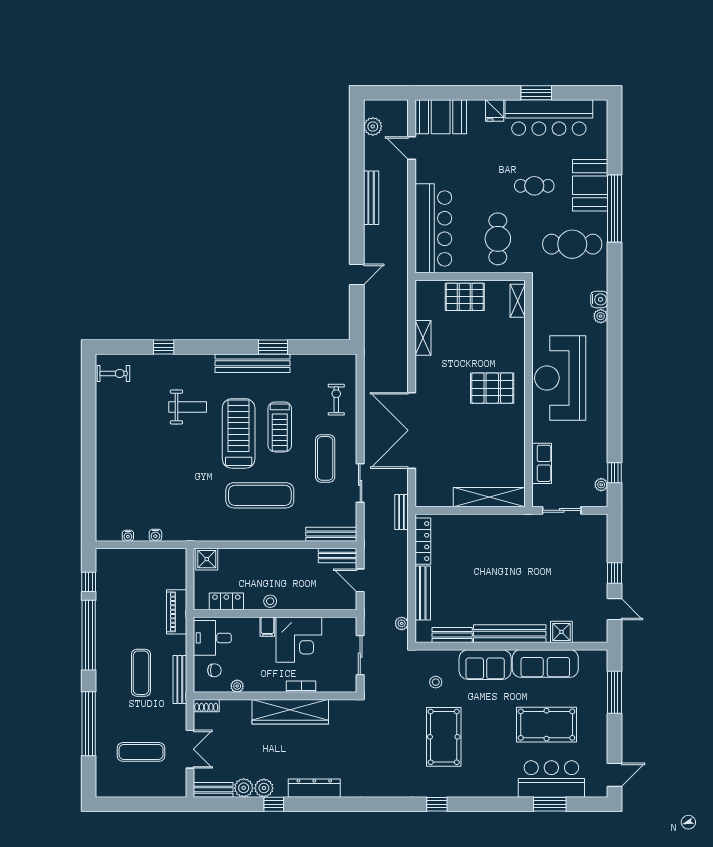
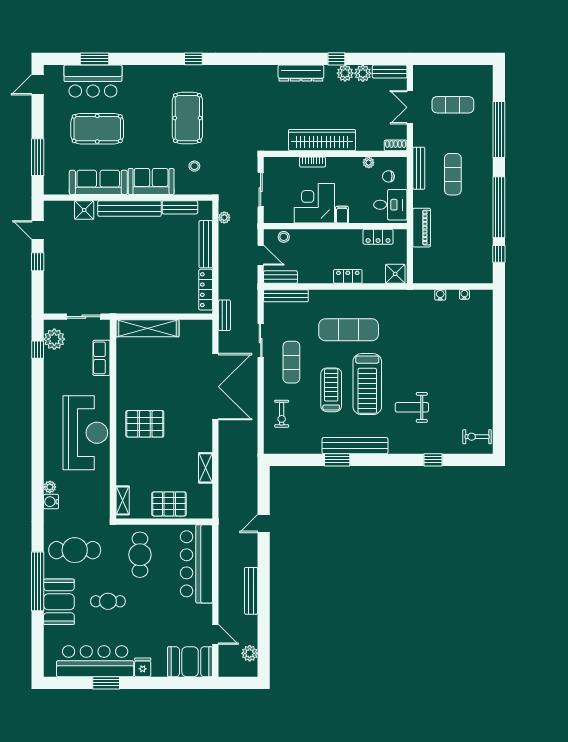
plant: (601, 485) -> (54, 339), width x1.87, depth x1.87
locker: (261, 556) -> (348, 276), added
stool: (270, 601) -> (284, 237), moved

